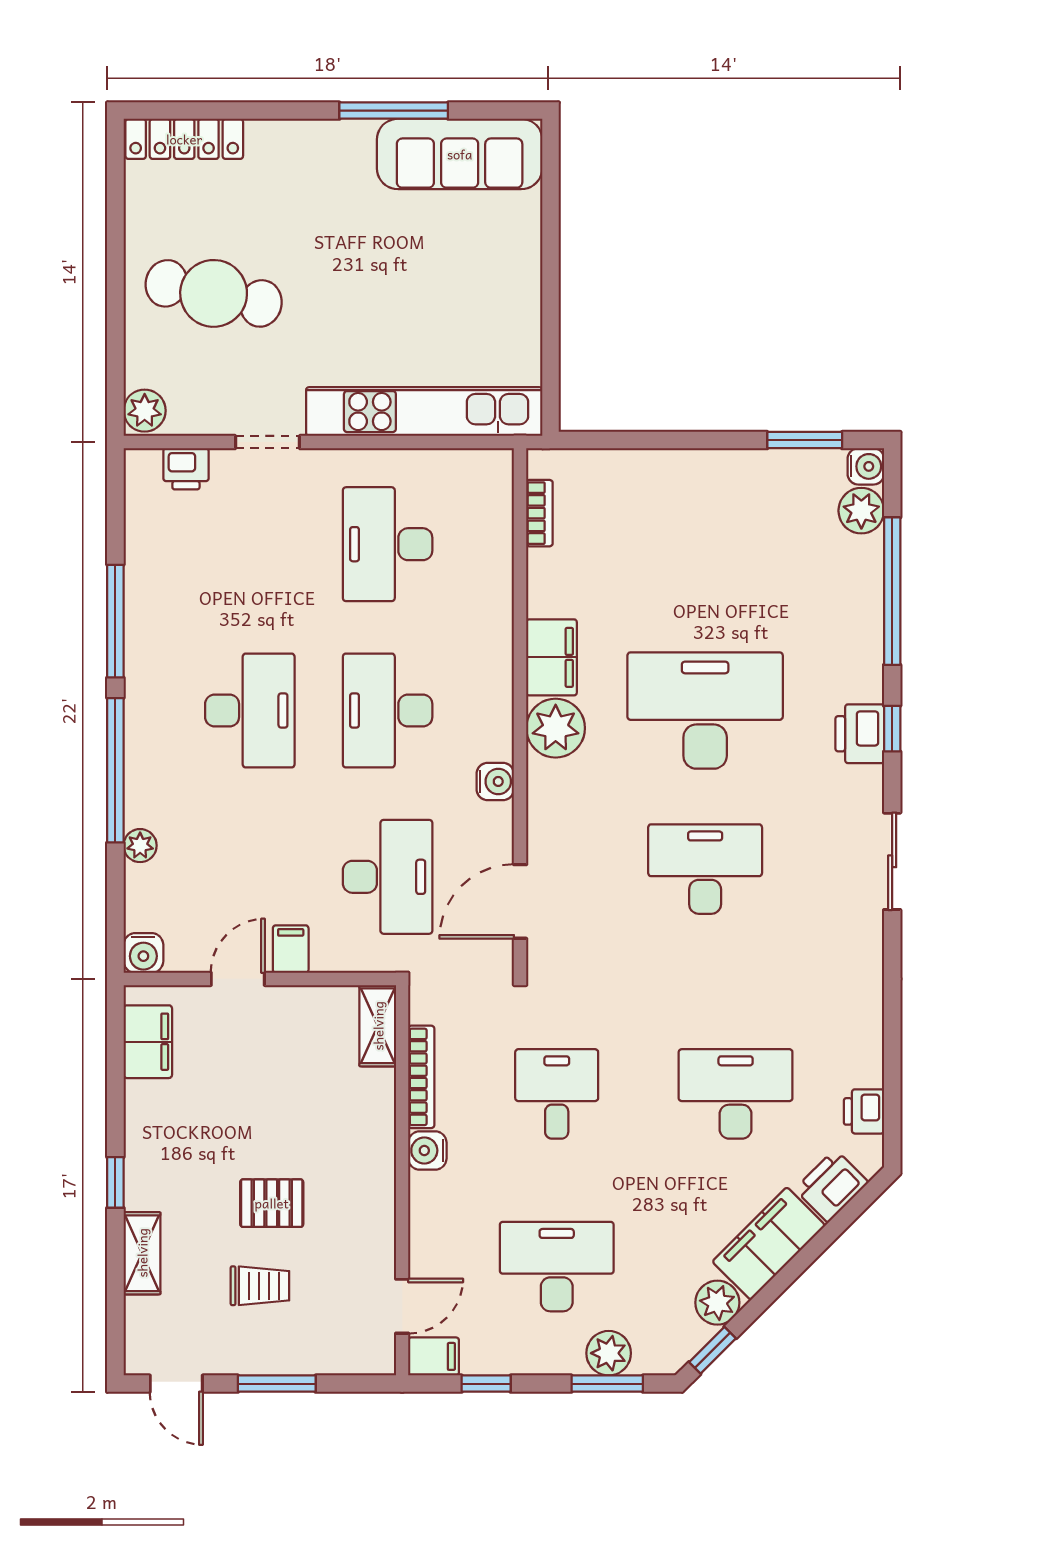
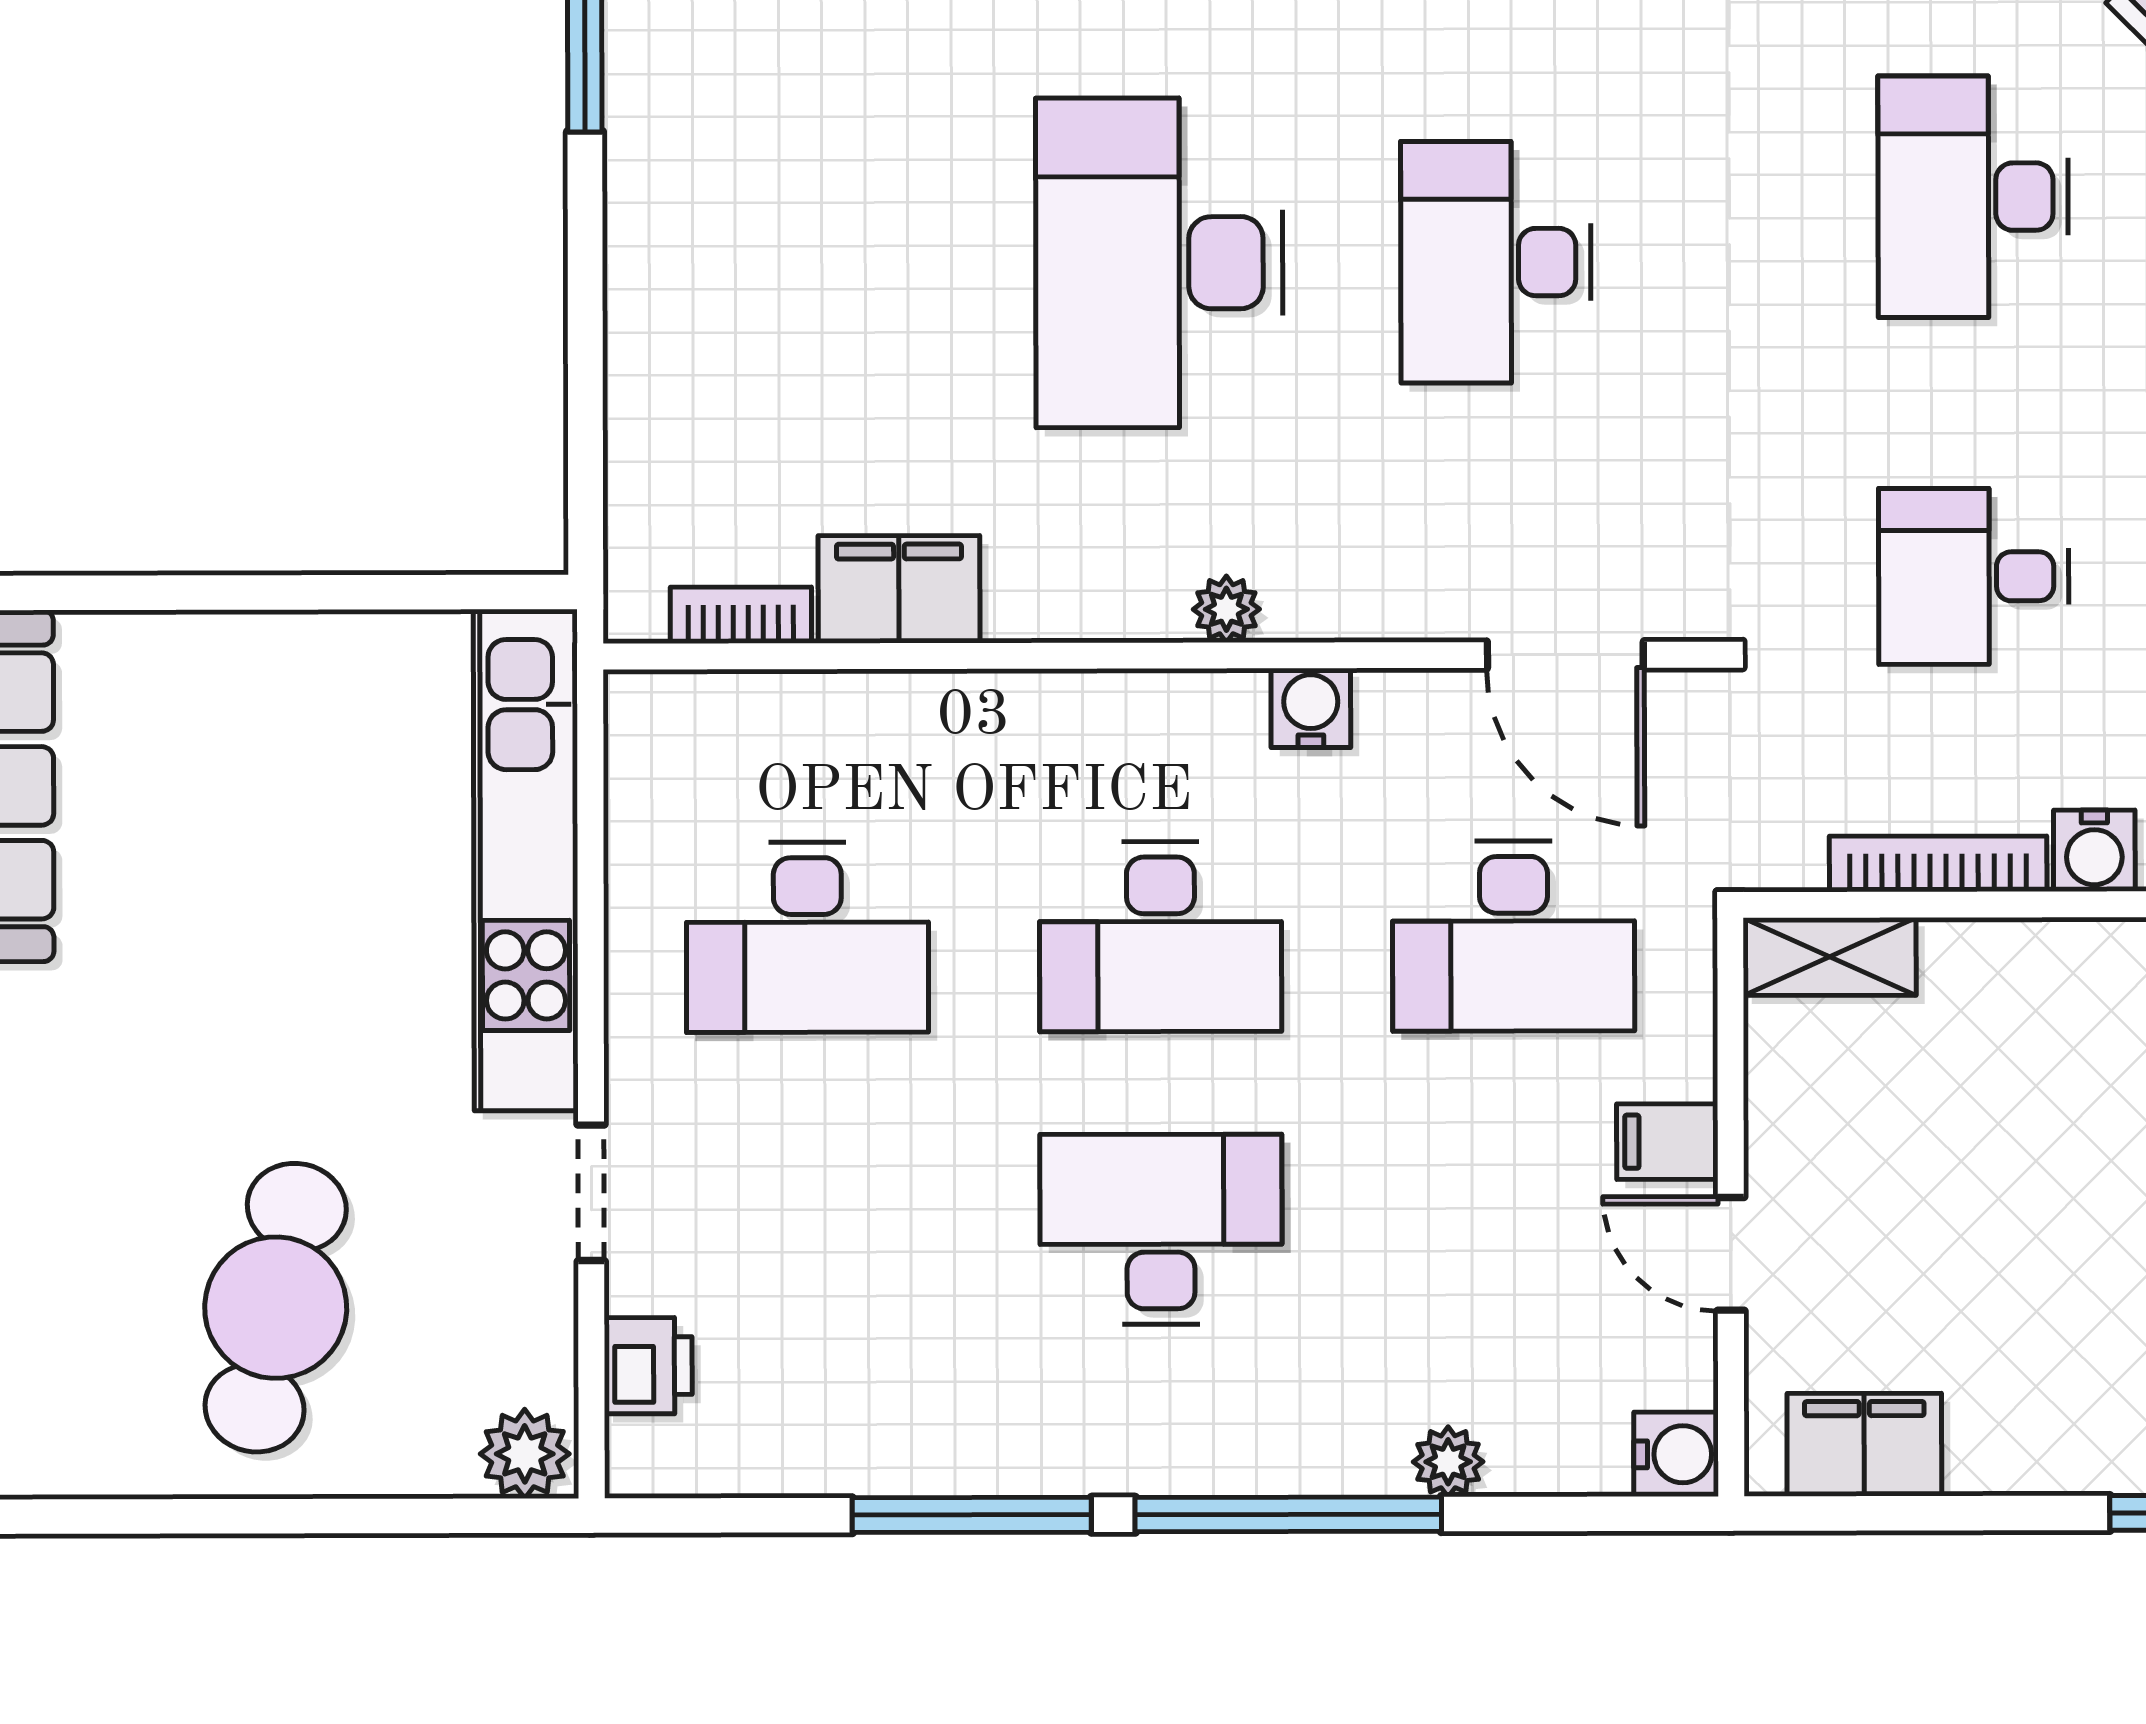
filing cabinet: (552, 657) -> (899, 589), moved
plant: (556, 728) -> (1226, 609), width x0.53, depth x0.53
desk: (388, 877) -> (1514, 936), turned 180

